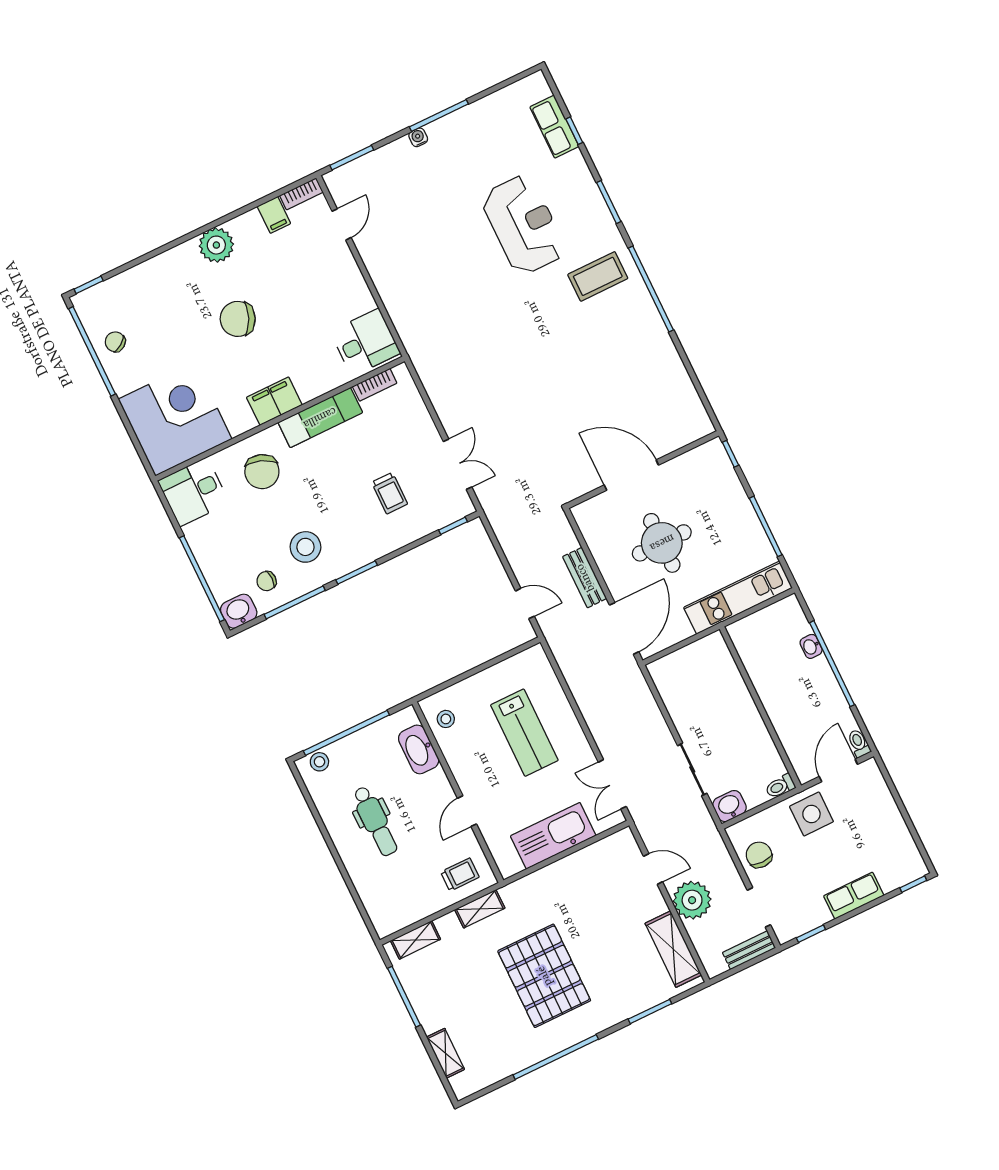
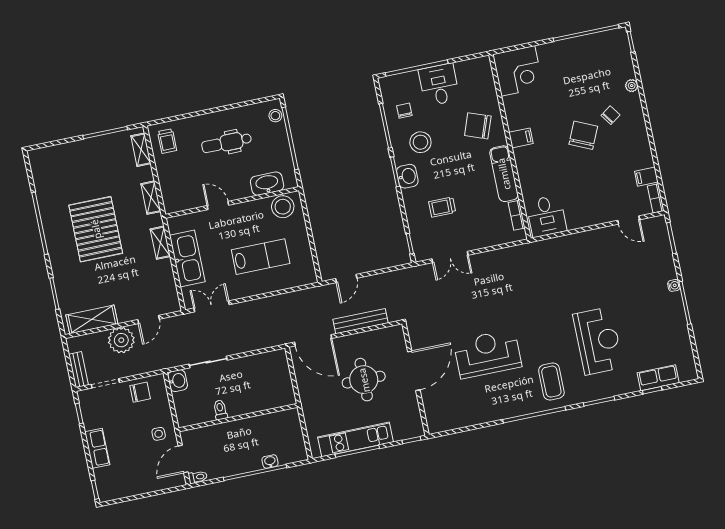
reception desk: (524, 225) -> (598, 341), turned -90
plant: (216, 245) -> (632, 86), moved, width x0.53, depth x0.53
chair: (115, 342) -> (611, 115), moved
reception desk: (581, 377) -> (488, 354), added
filing cabinet: (274, 401) -> (521, 138), width x0.50
corner desk: (175, 419) -> (518, 71), width x0.74, depth x0.74
desk: (194, 492) -> (439, 85), moved
bench: (585, 578) -> (360, 321), width x1.36
kitchen unit: (738, 598) -> (356, 439), moved, turned -90
washbasin: (239, 611) -> (407, 176), moved
stool: (446, 719) -> (283, 207), width x1.89, depth x1.89
lab bench: (524, 733) -> (261, 257), turned 180
door: (838, 770) -> (183, 459), swing flipped
toilet: (780, 786) -> (220, 410), moved
side table: (811, 814) -> (159, 434), width x0.54, depth x0.54
trolley: (460, 875) -> (167, 141), moved
pallet: (544, 976) -> (96, 229), turned 90
shelving: (445, 1053) -> (160, 243), moved, turned 90

